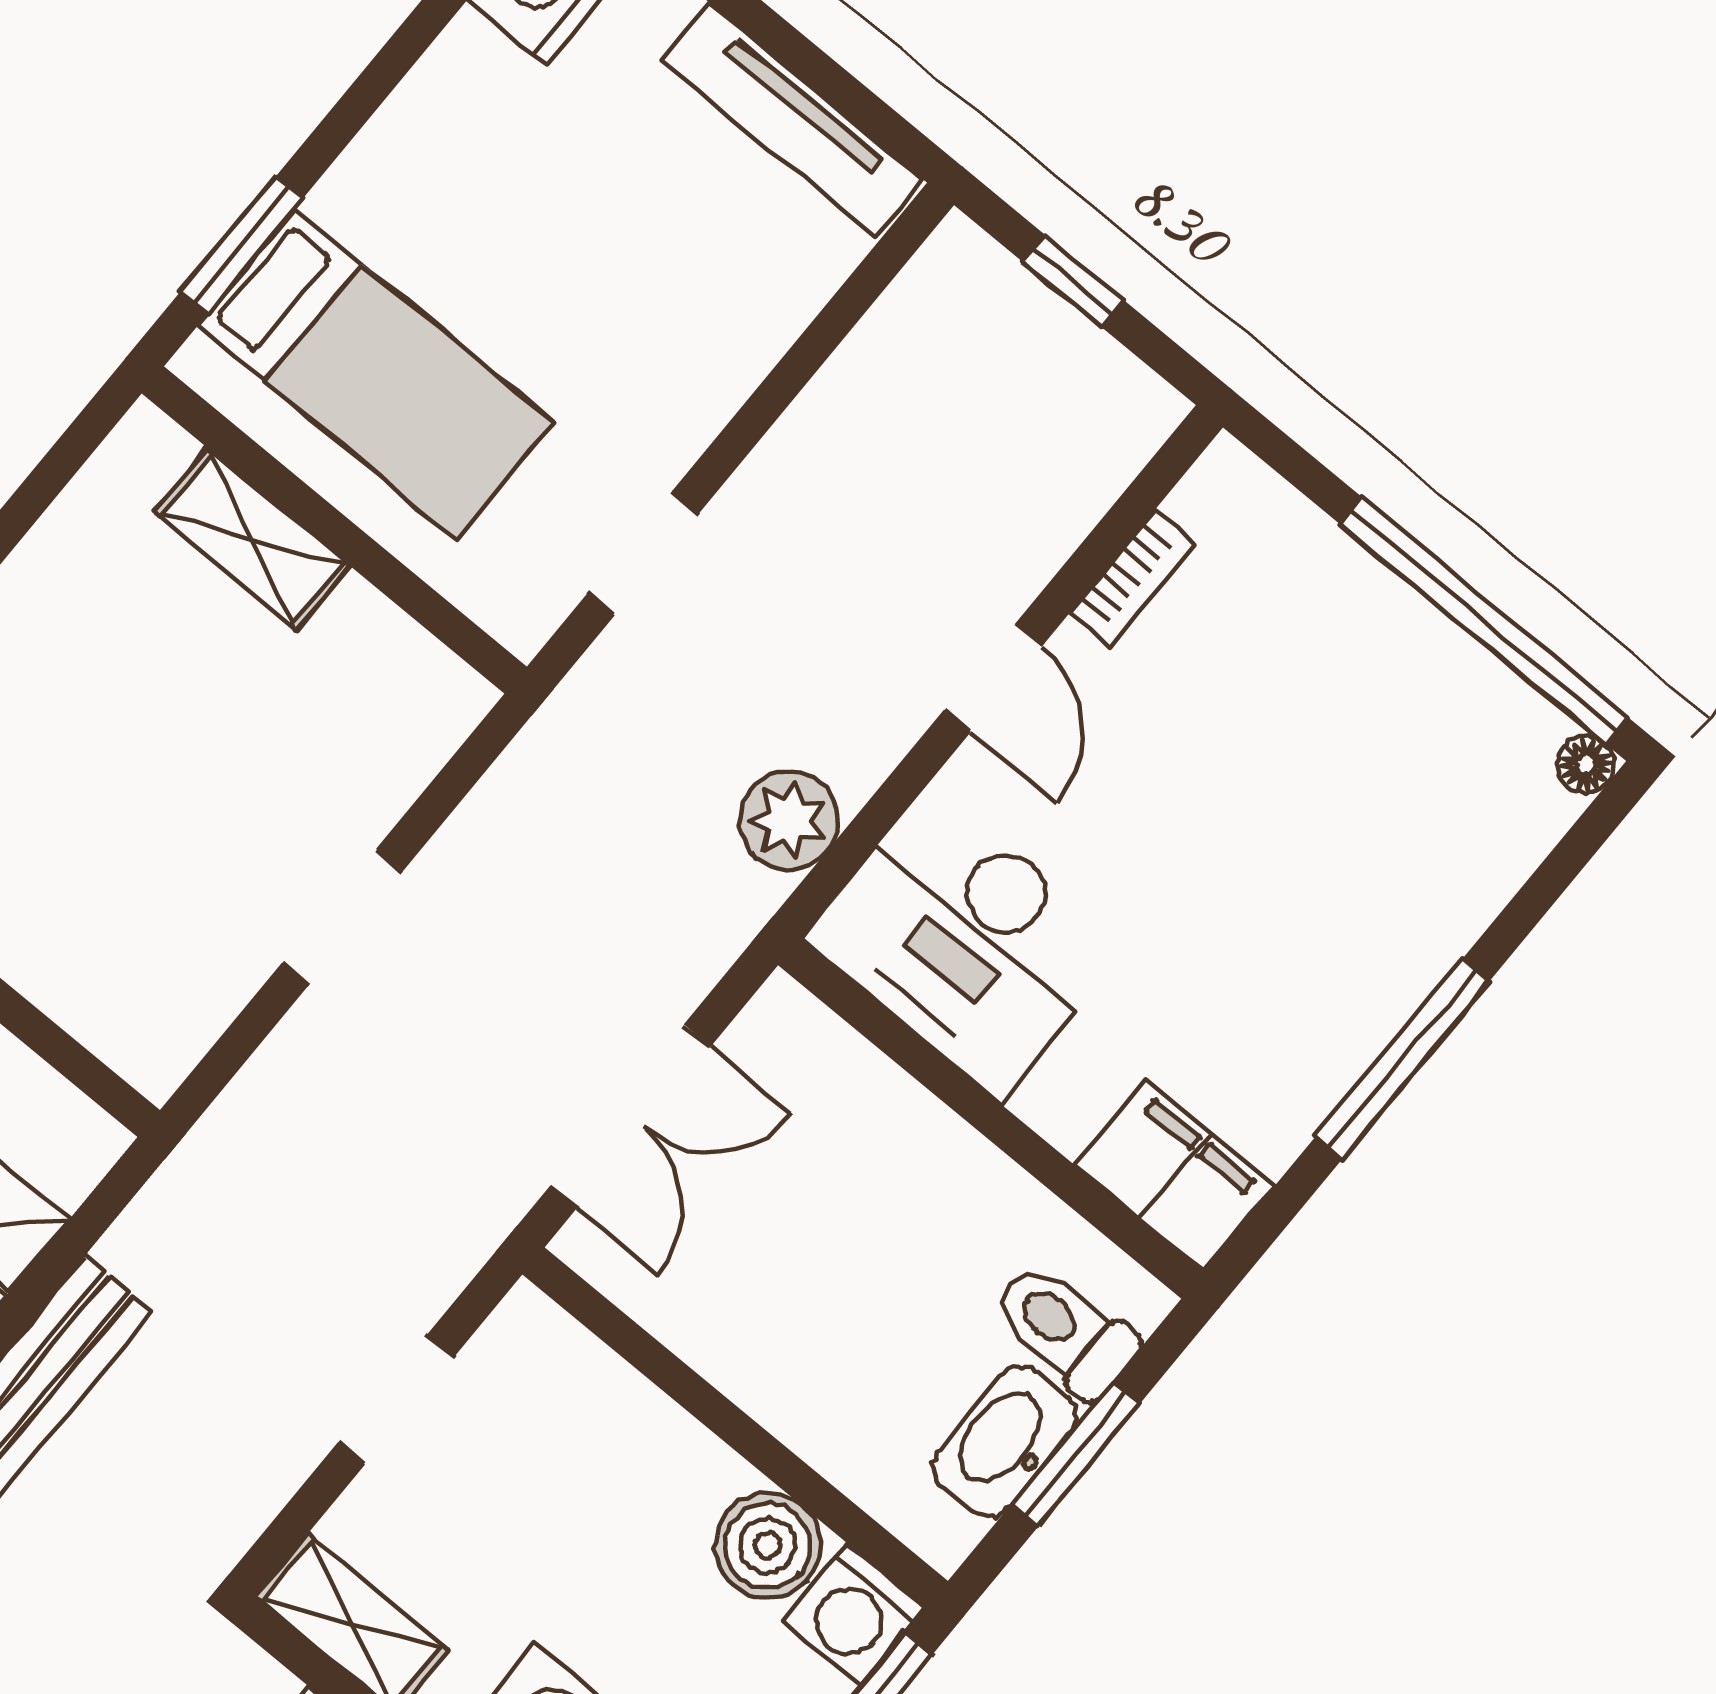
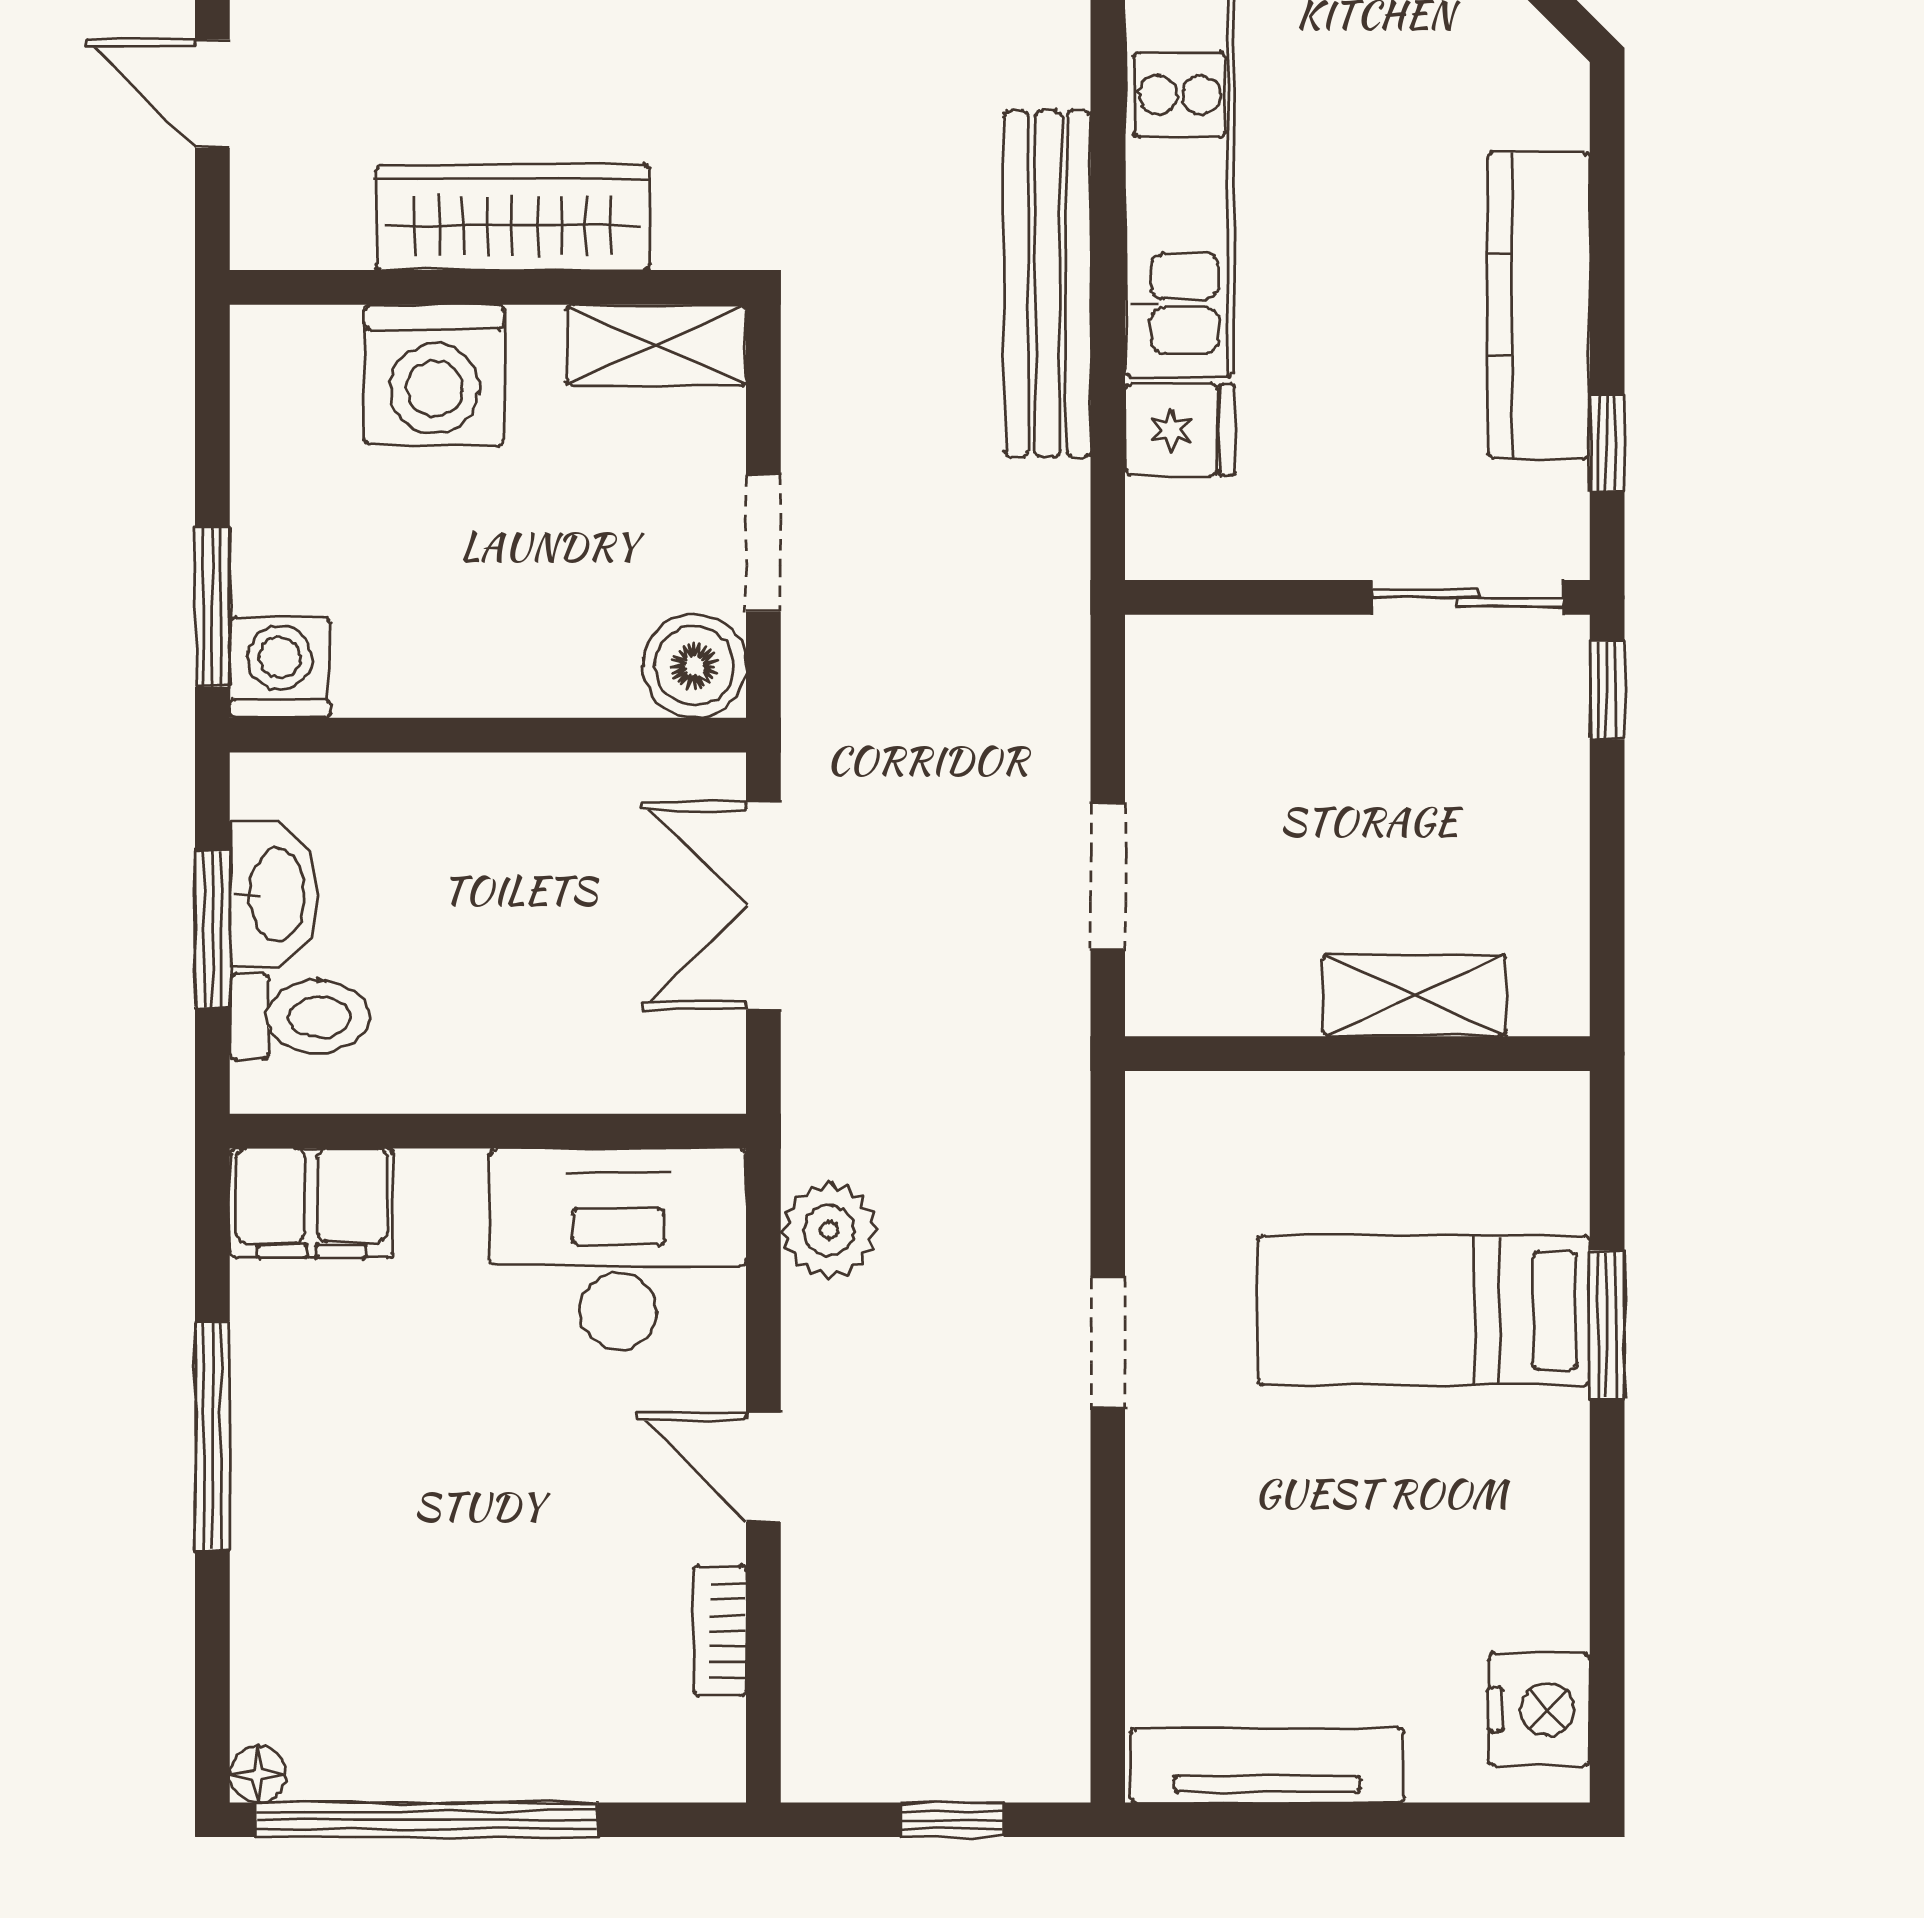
wall: (334, 530) -> (1357, 1054), moved
shelving: (252, 539) -> (1414, 995), moved
boiler: (768, 1545) -> (694, 666), moved

